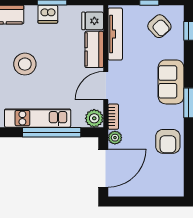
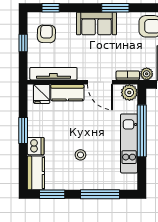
dishwasher: (48, 14) -> (36, 146), moved
armchair: (159, 26) -> (46, 34), turned -47
stool: (25, 64) -> (80, 155), width x0.53, depth x0.53

